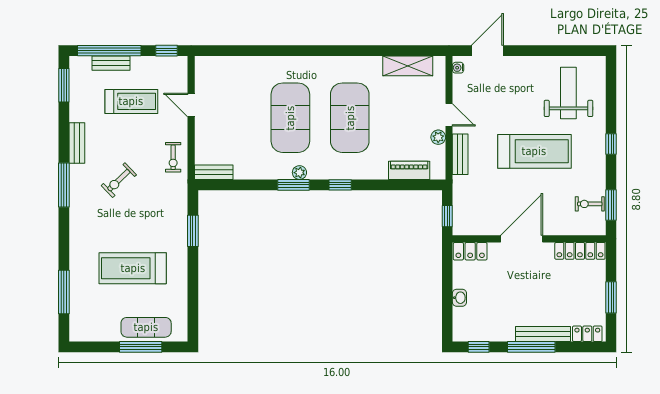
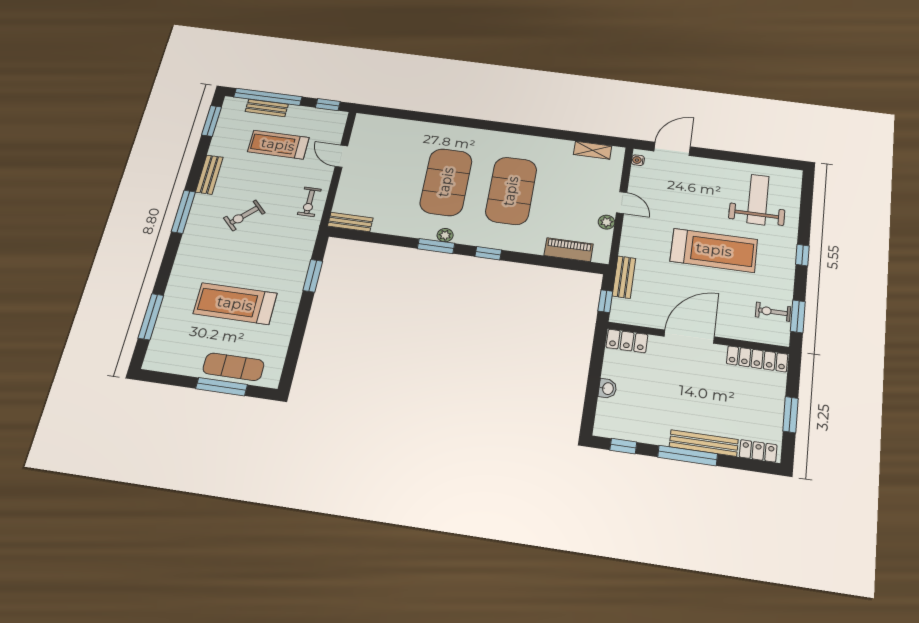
shelving: (408, 66) -> (593, 150), width x0.67, depth x0.75
treadmill: (131, 101) -> (278, 145), turned 180
bench: (460, 154) -> (624, 277), moved

